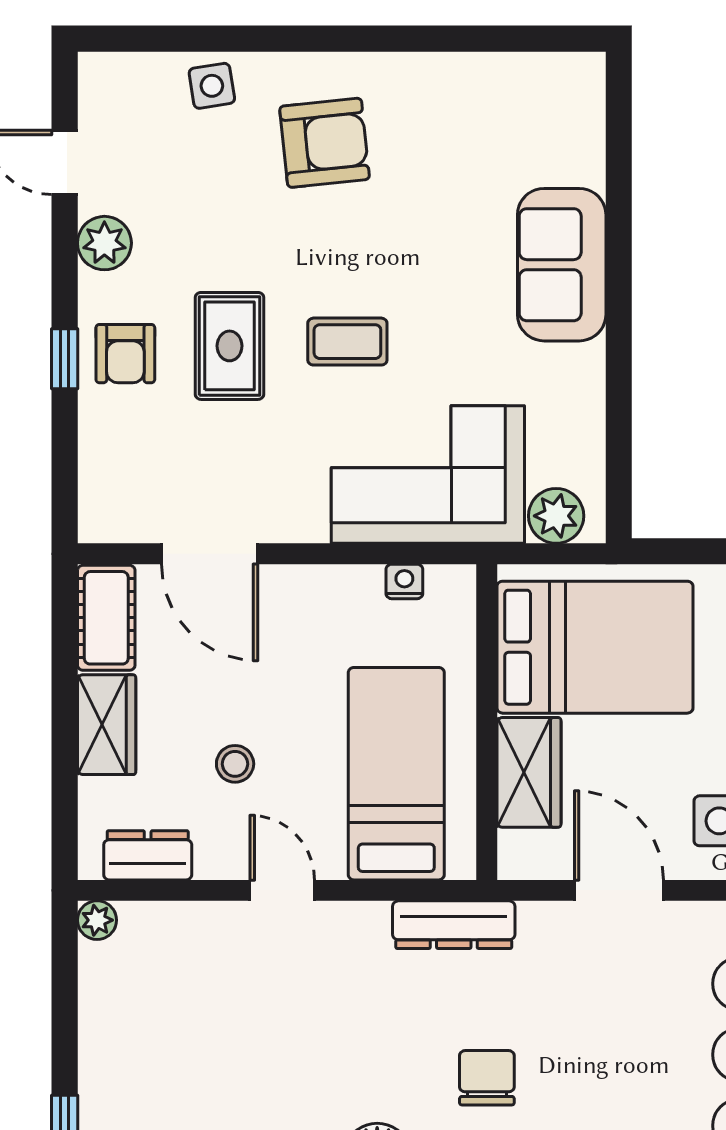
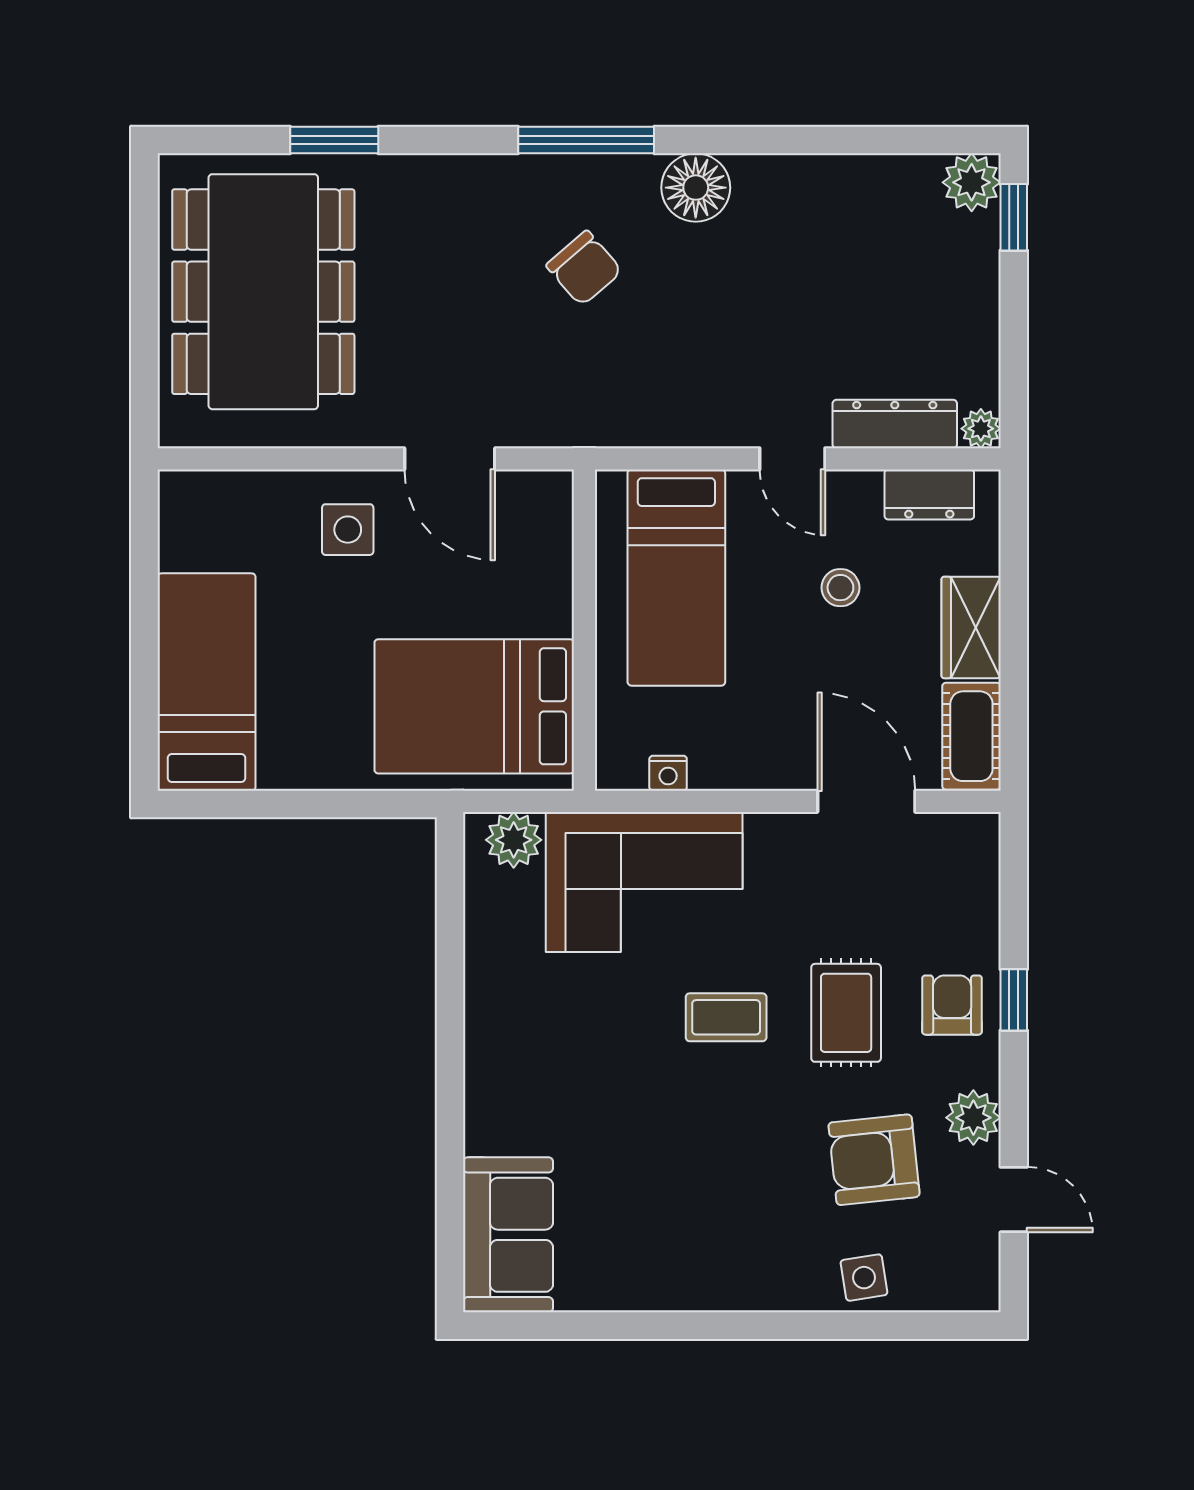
armchair: (325, 143) -> (874, 1160), moved
sofa: (562, 265) -> (508, 1235), moved
wardrobe: (529, 772) -> (541, 579), removed
dresser: (454, 925) -> (895, 424), moved
chair: (487, 1078) -> (584, 268), turned -41

